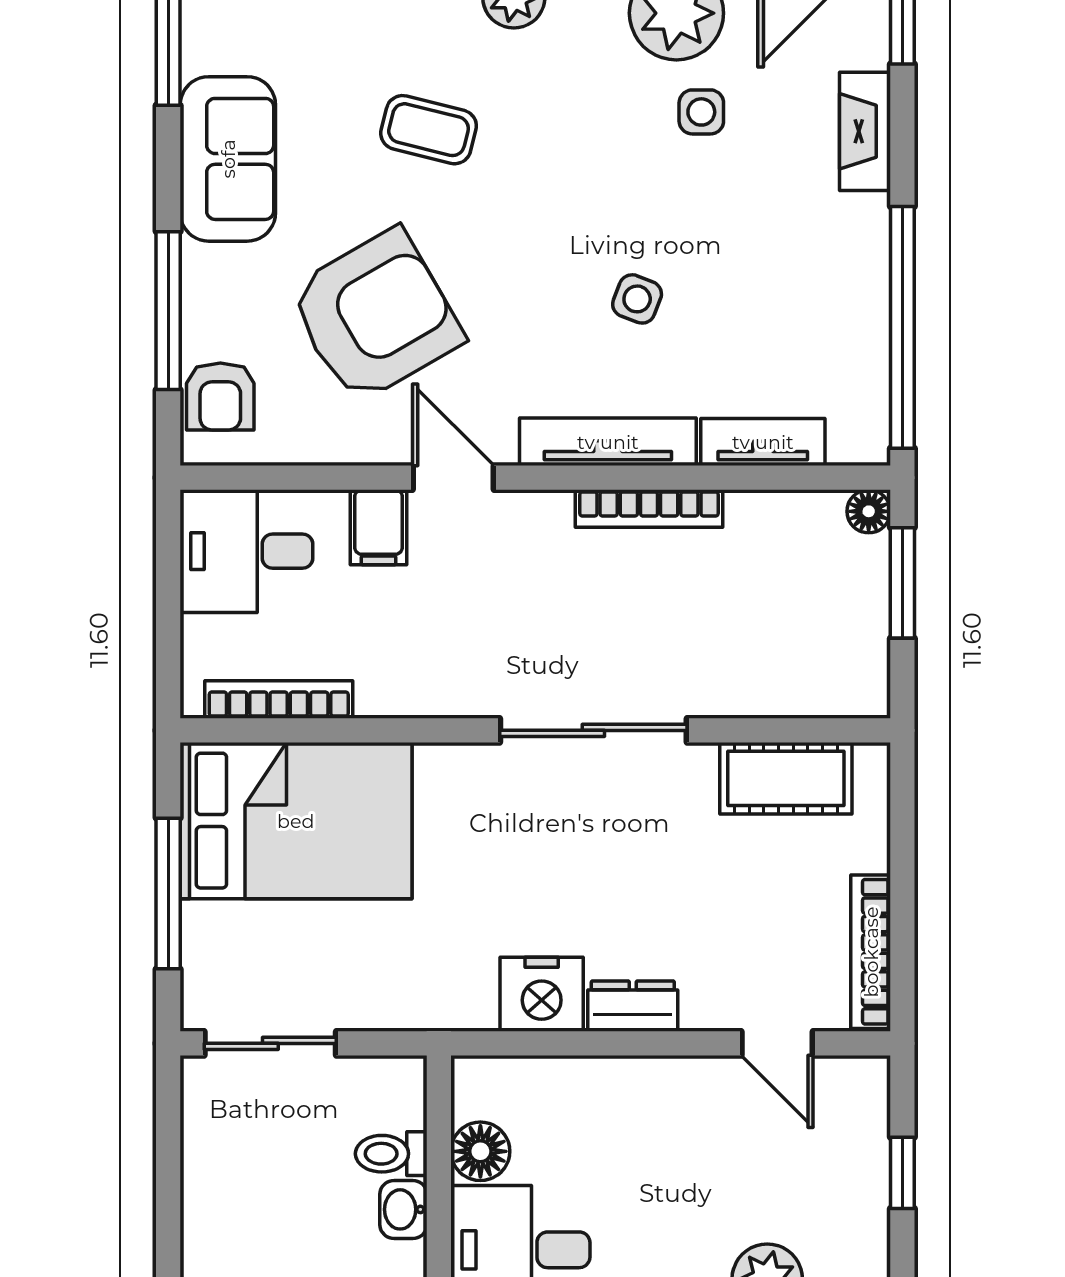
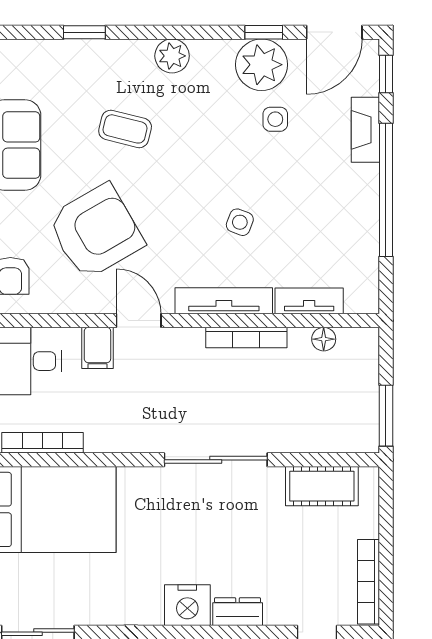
window: (902, 327) -> (386, 190), moved
floor lamp: (869, 511) -> (324, 339), moved
window: (902, 583) -> (386, 416), moved

